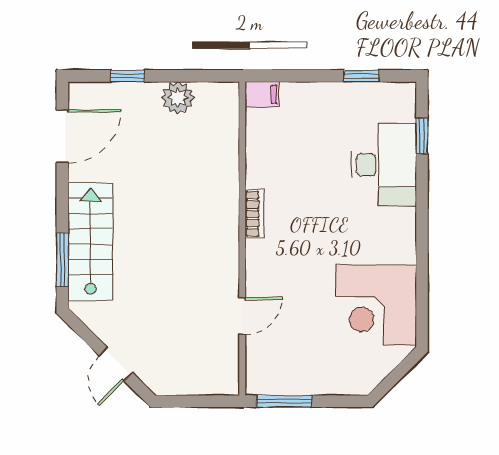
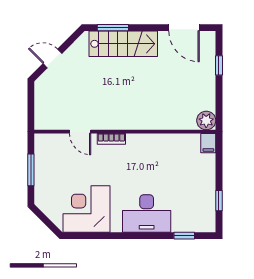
plant: (178, 98) -> (206, 121), moved
desk: (384, 165) -> (147, 213), moved
bookcase: (255, 214) -> (111, 139), moved
window: (284, 401) -> (31, 170), moved

